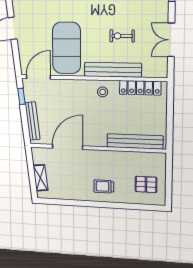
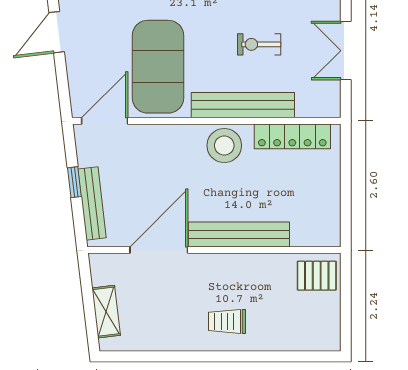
stool: (103, 92) -> (224, 145), width x1.89, depth x1.89
window: (21, 96) -> (74, 182), moved
bench: (135, 141) -> (239, 234), moved
pallet: (146, 184) -> (317, 276), moved

